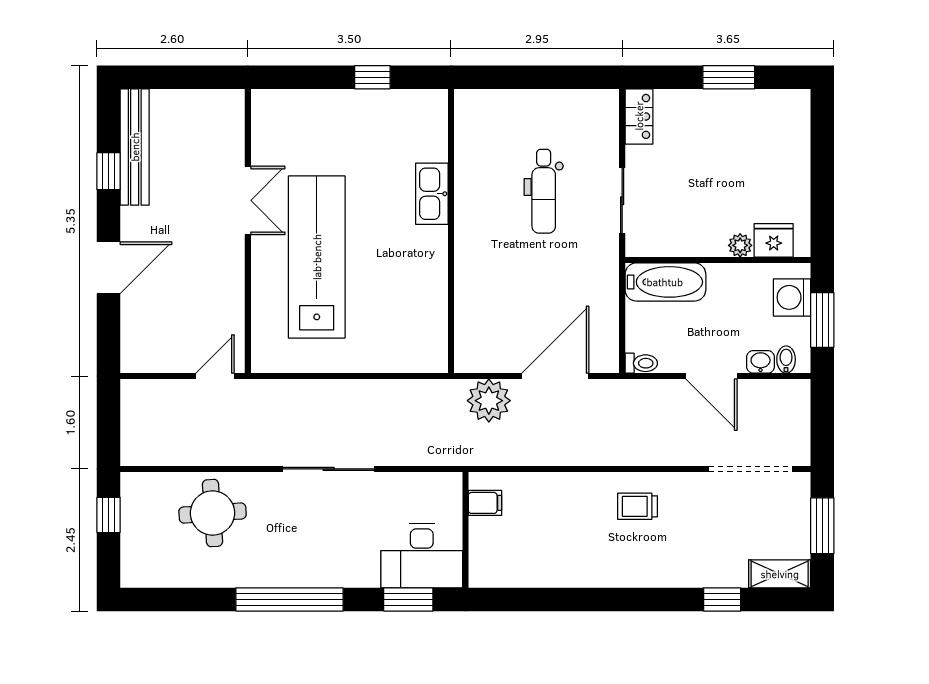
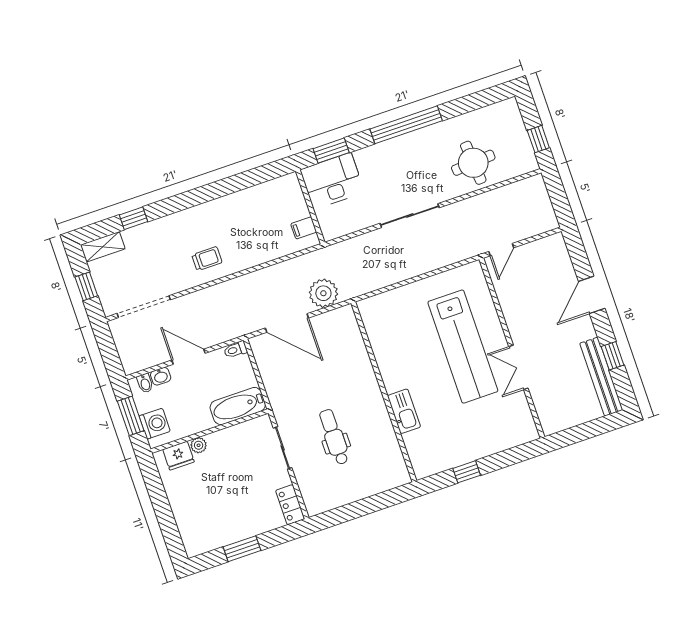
door: (555, 376) -> (287, 323), hinge flipped
window: (822, 526) -> (86, 286), width x0.67

